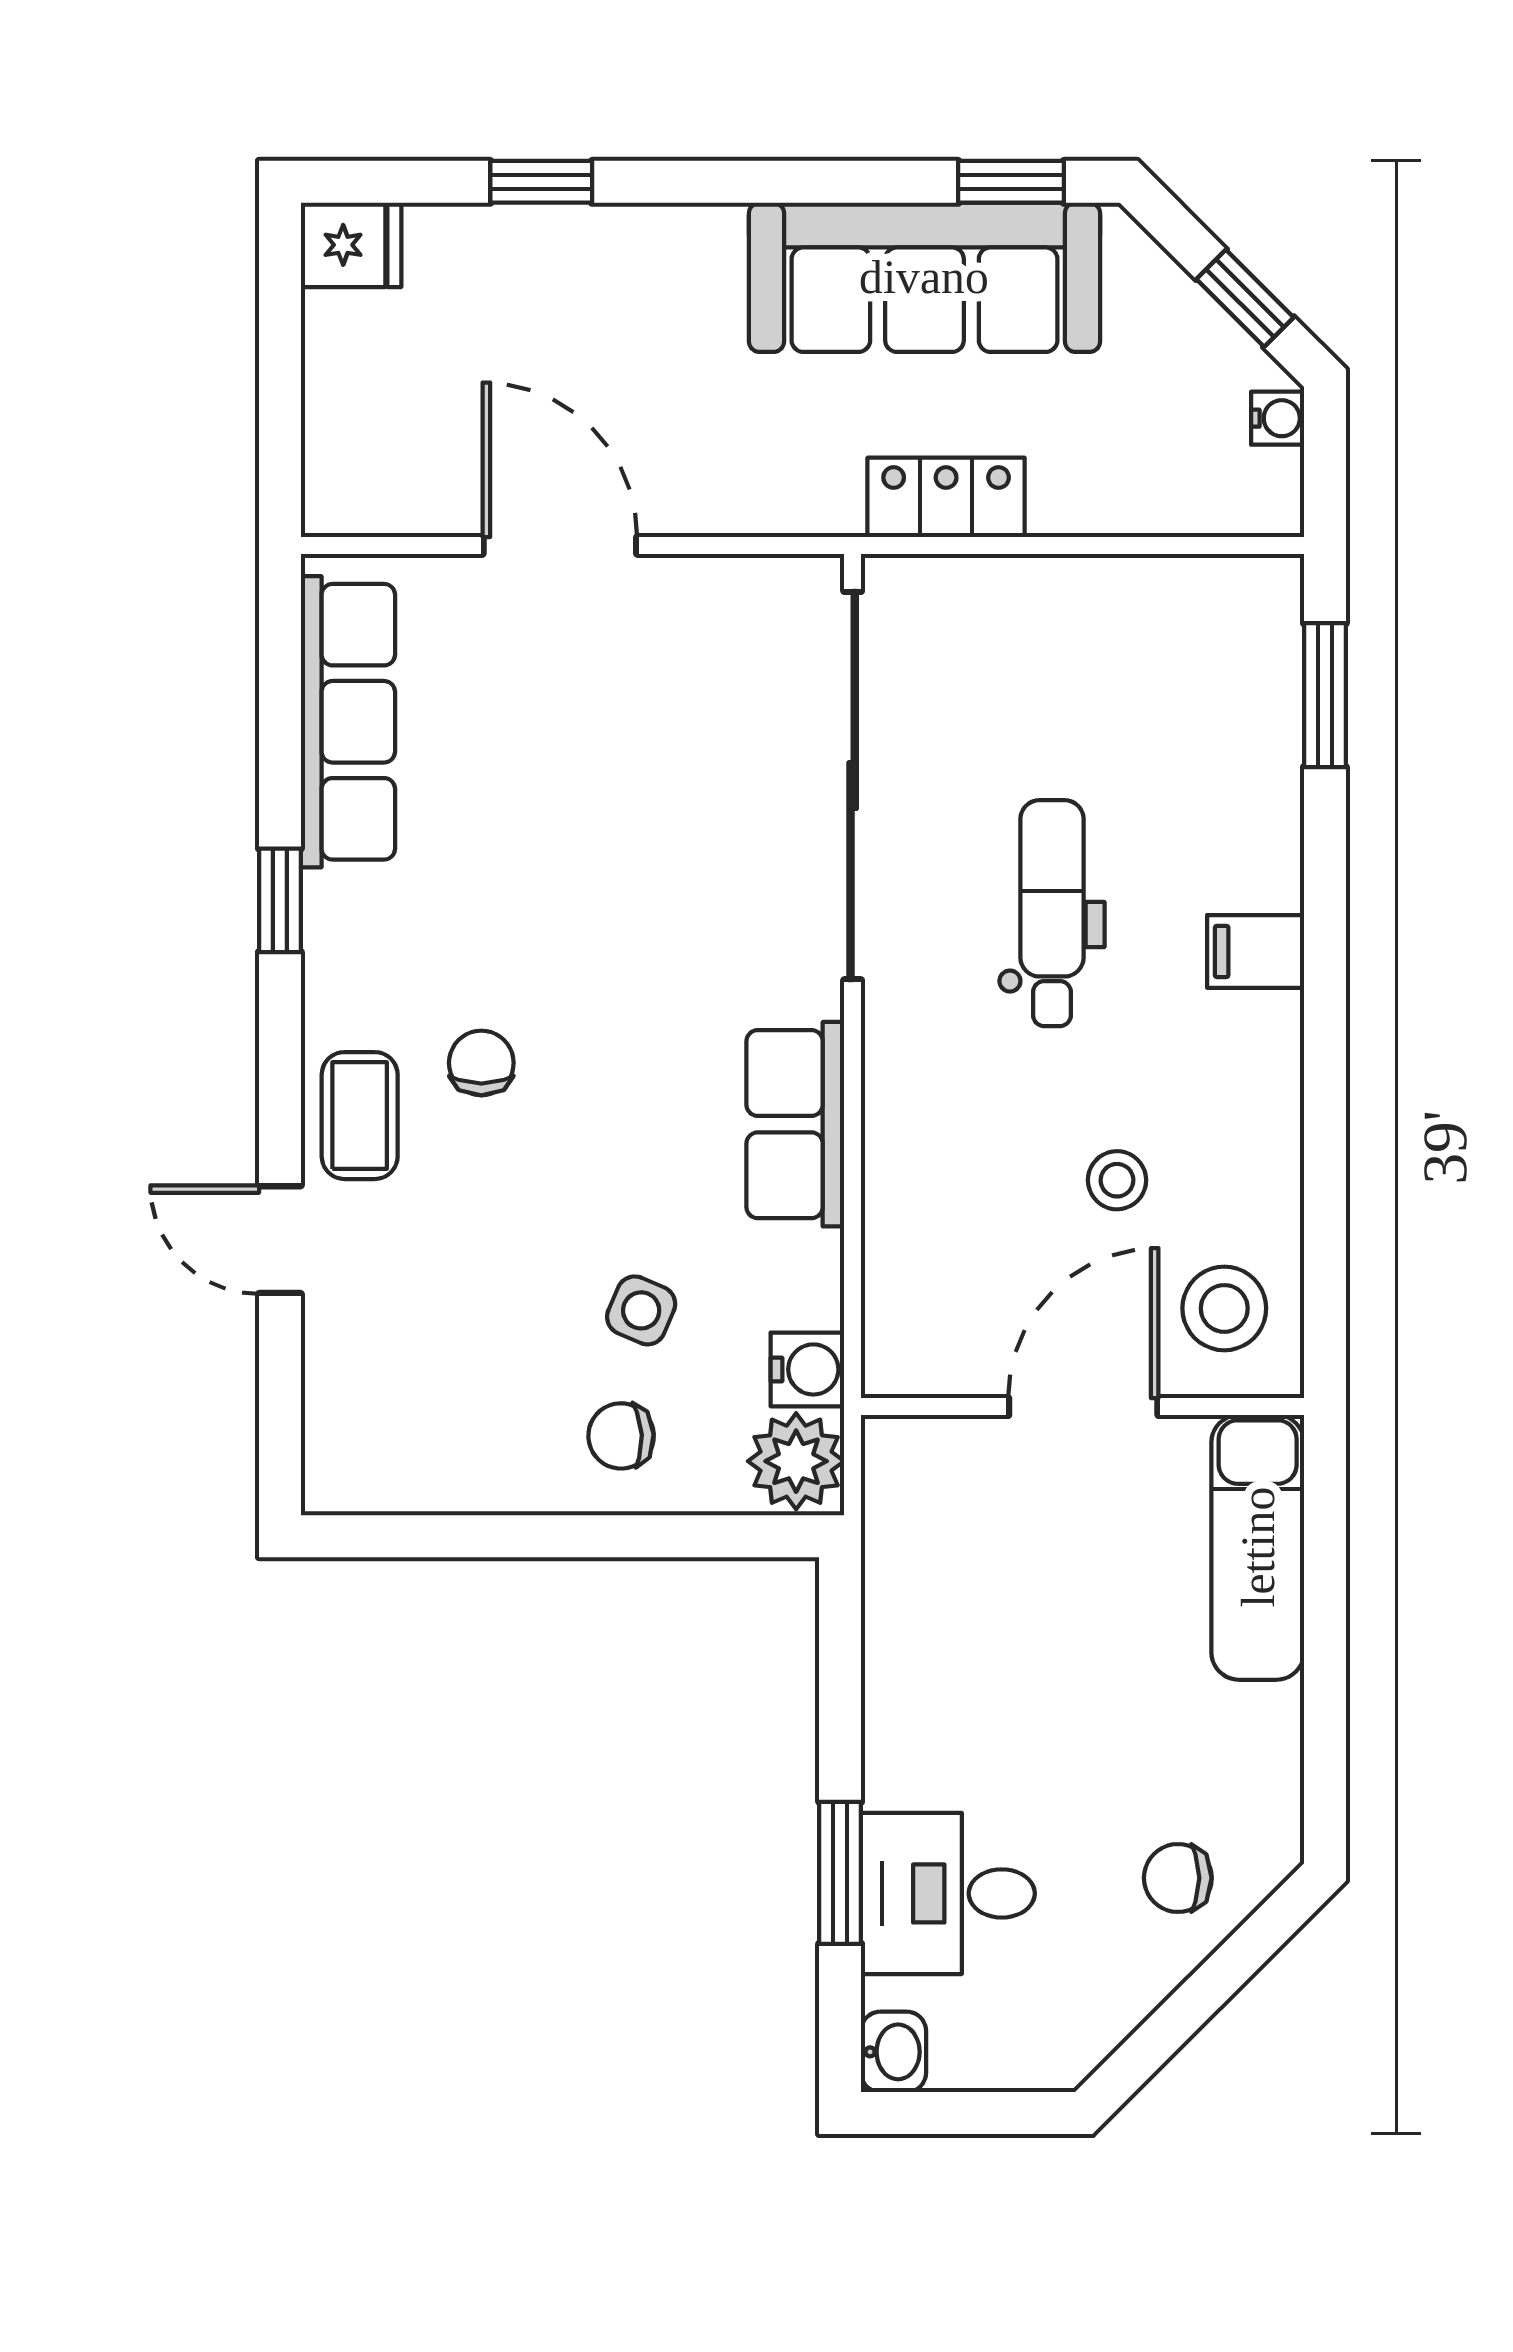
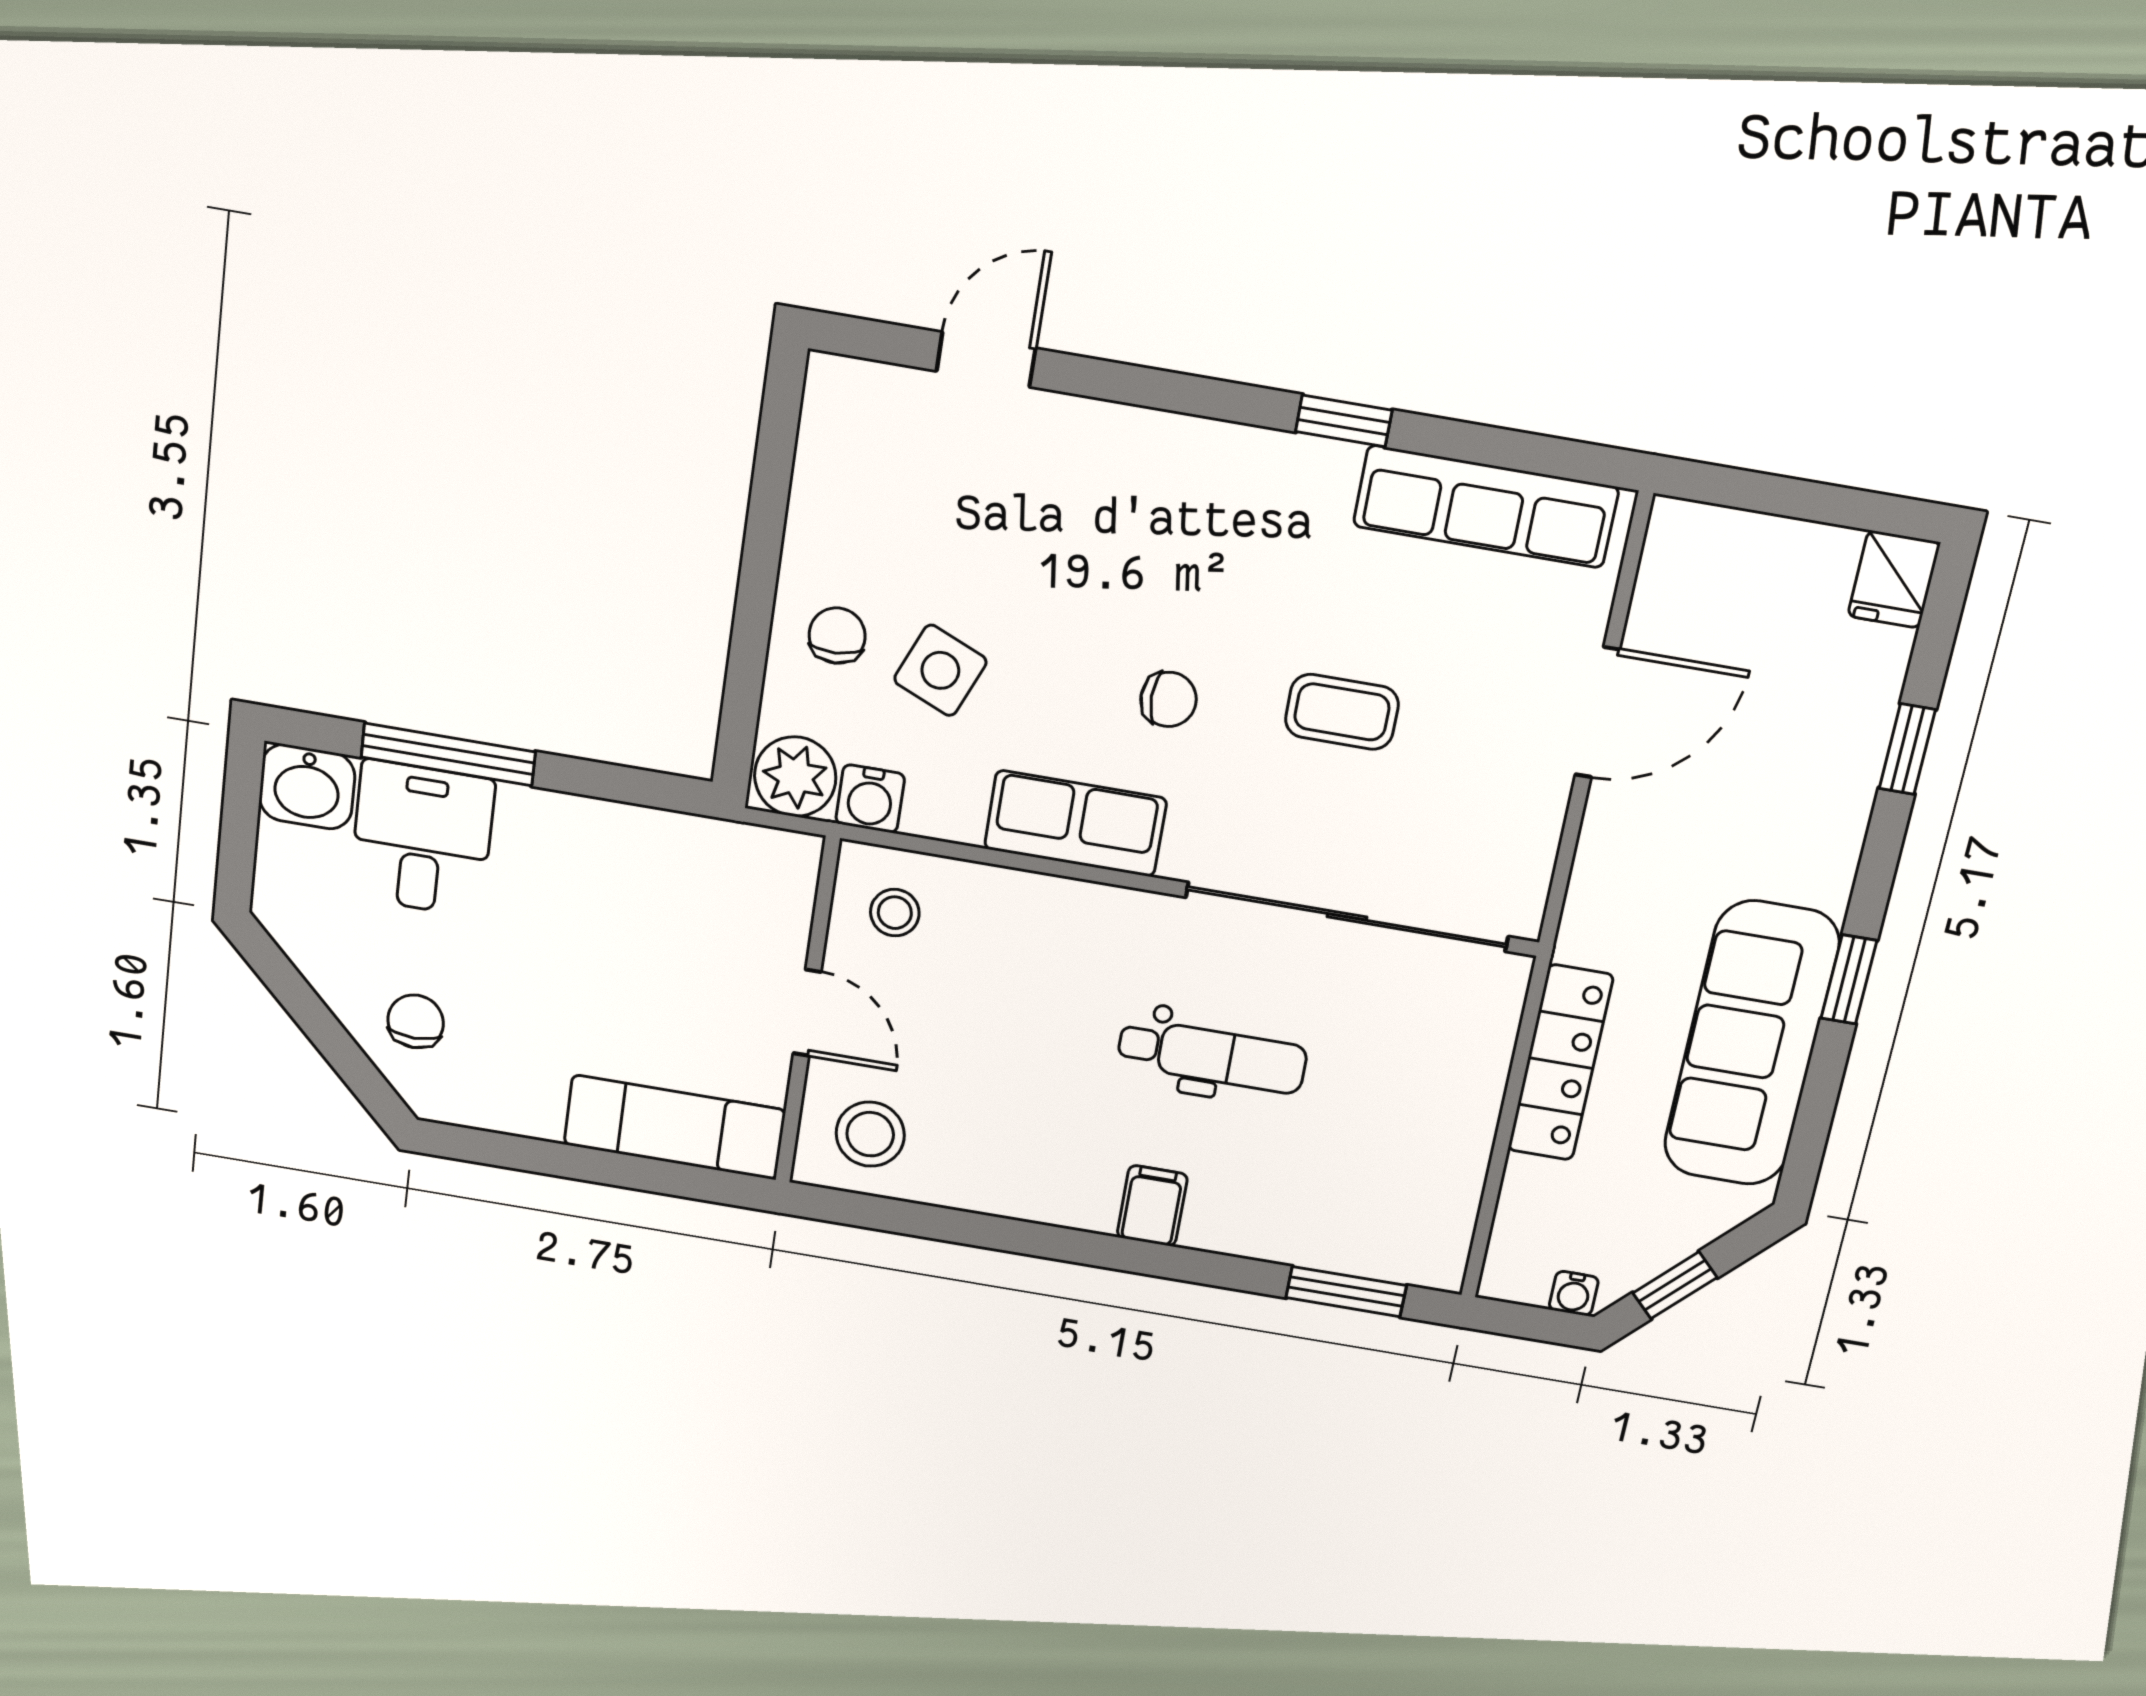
window: (1011, 182) -> (1849, 979), moved
locker: (946, 497) -> (1560, 1063), width x1.53
chair: (481, 1063) -> (1169, 699), moved
coffee table: (360, 1116) -> (1342, 712), moved
stool: (1117, 1180) -> (895, 913), moved
door: (280, 1240) -> (986, 360), moved
side table: (641, 1310) -> (940, 670), width x1.37, depth x1.37
door: (1083, 1407) -> (807, 1013), width x0.73
window: (840, 1873) -> (448, 754), width x1.44
washbasin: (894, 2052) -> (307, 787), width x1.38, depth x1.45

